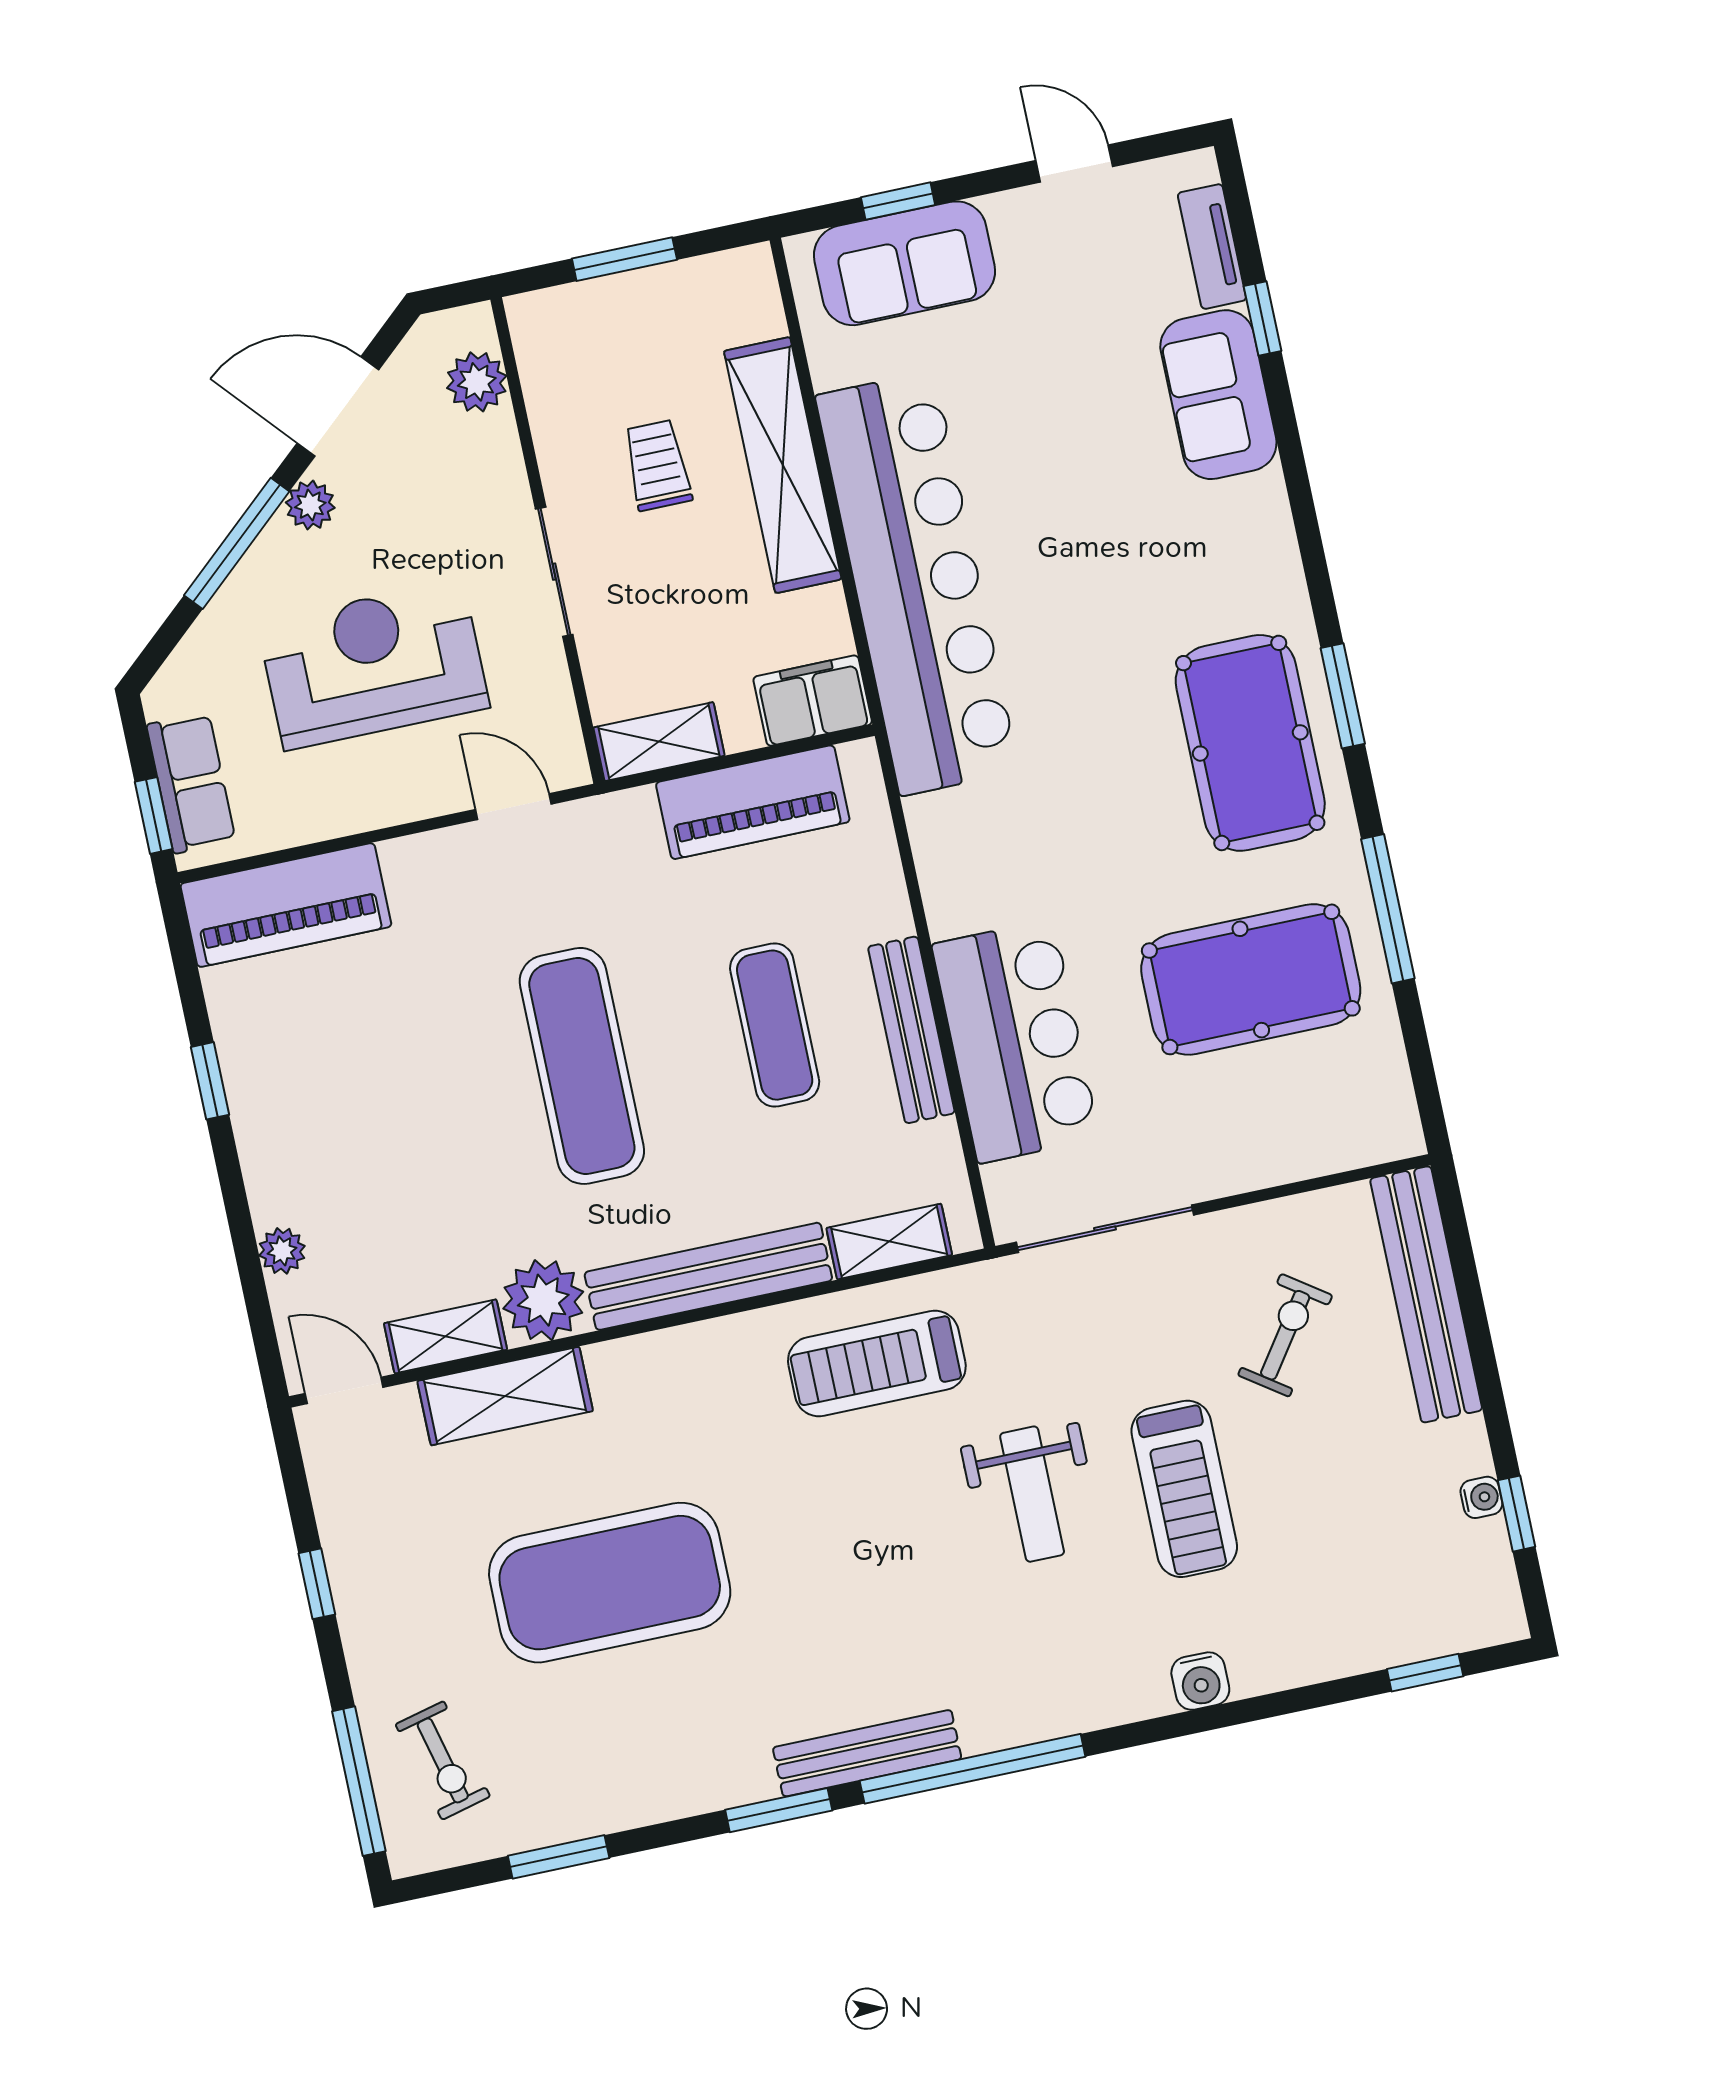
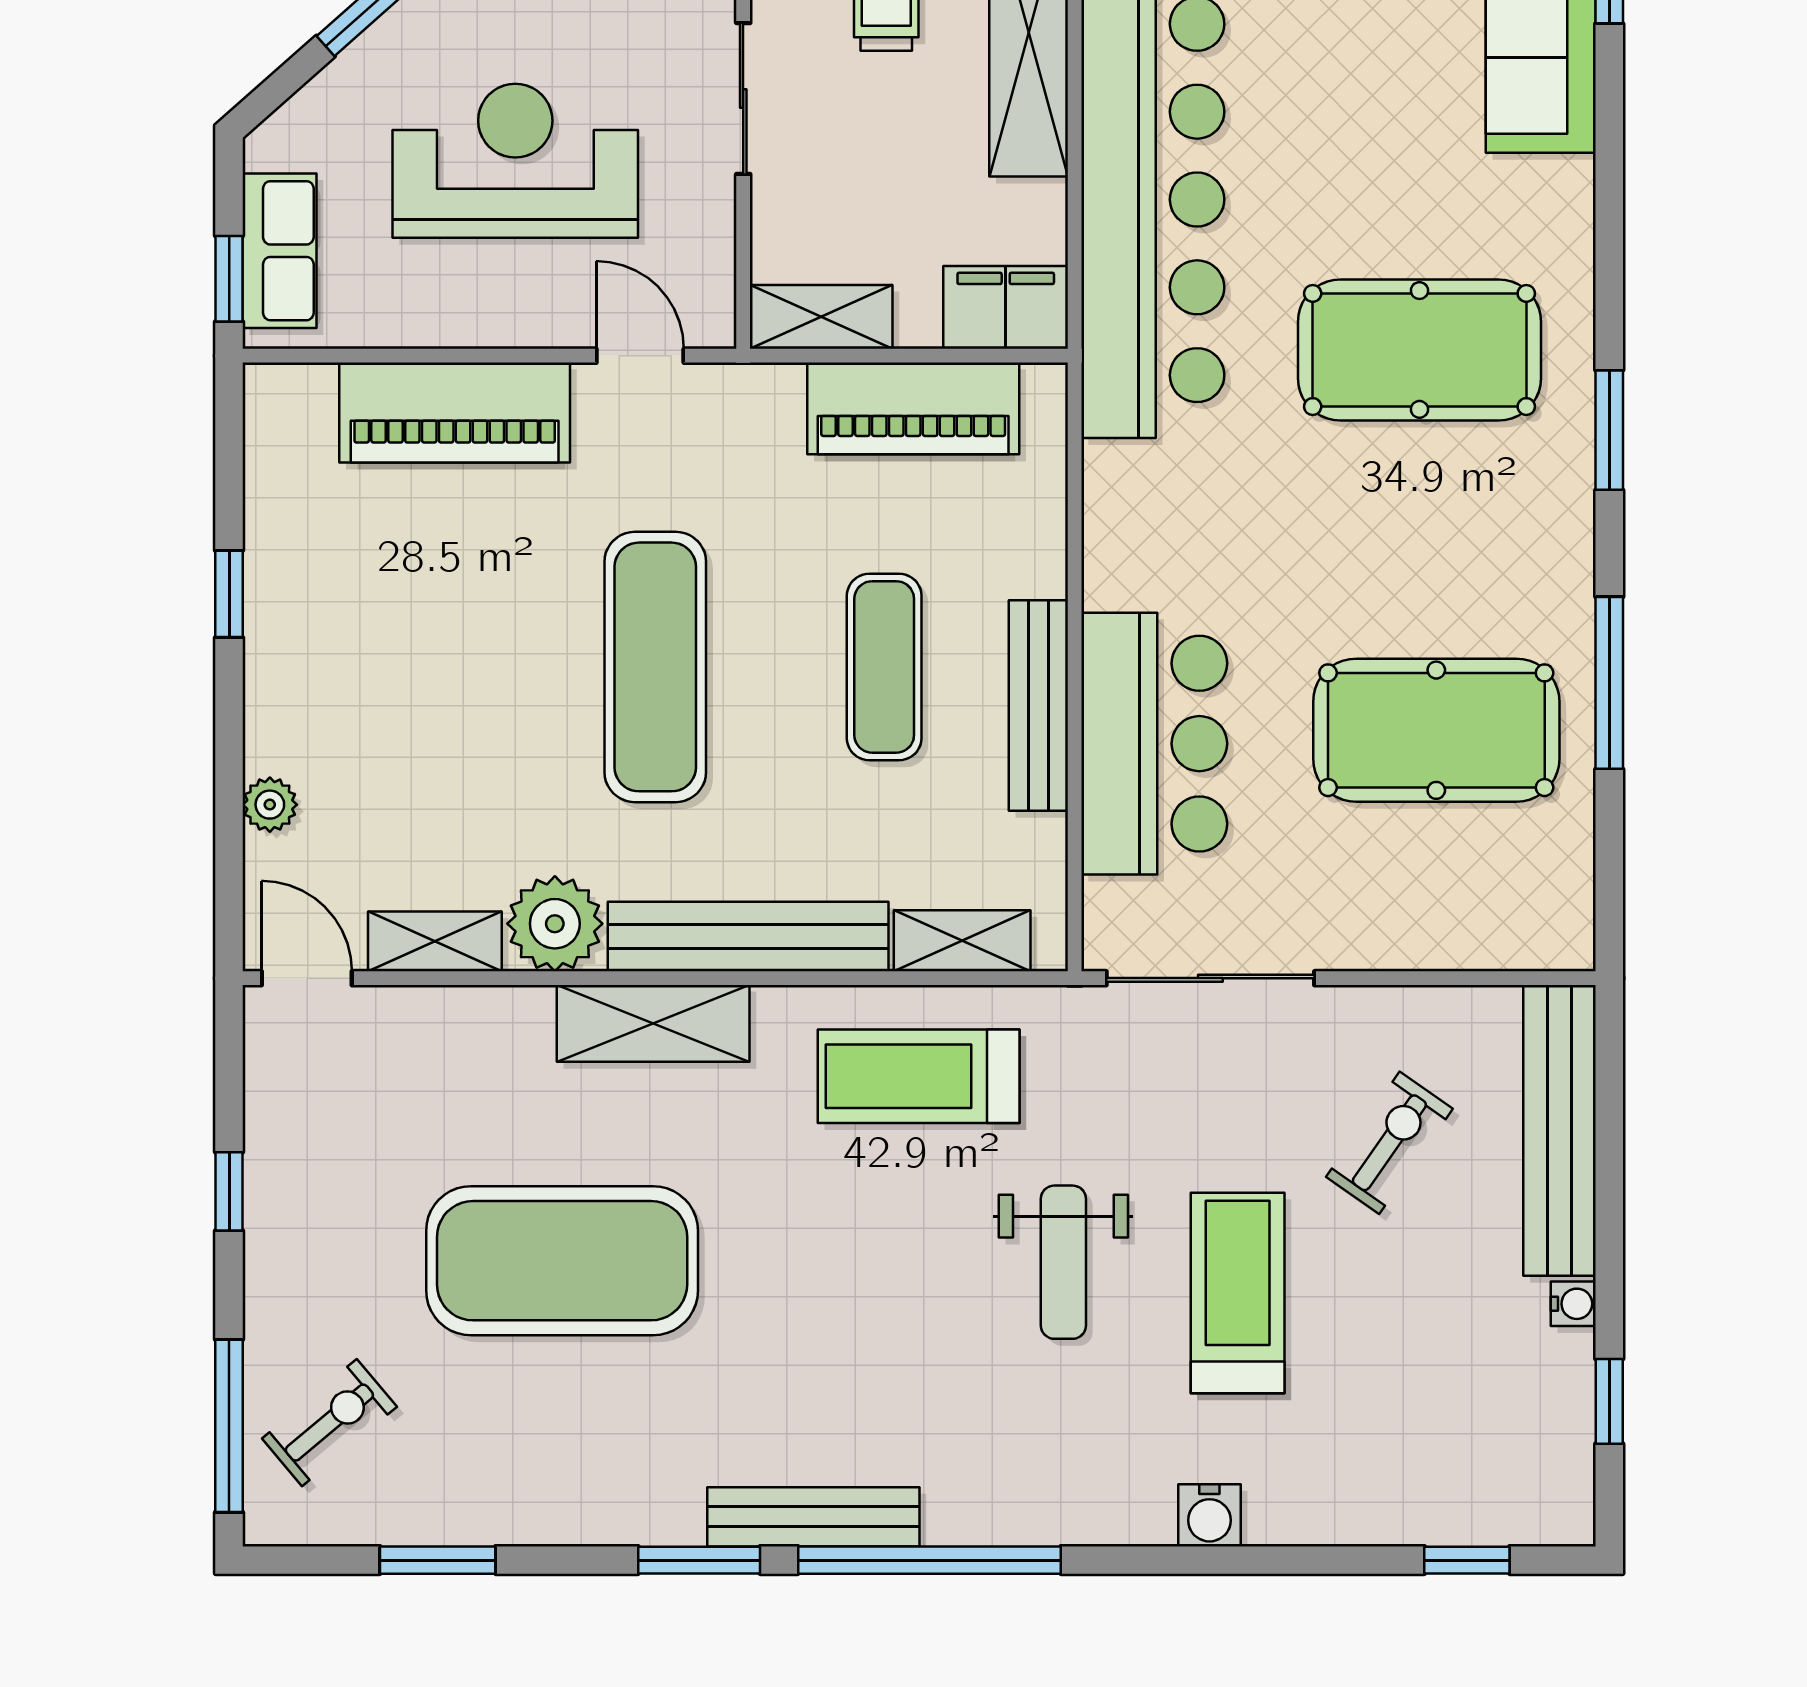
pool table: (1250, 743) -> (1419, 350), moved, turned 90
piano: (286, 905) -> (455, 413), moved
shelving: (505, 1396) -> (653, 1023), moved
treadmill: (1184, 1489) -> (1238, 1293), turned 180
water cooler: (1481, 1497) -> (1573, 1304), moved
exercise bike: (443, 1760) -> (329, 1423), turned -116

